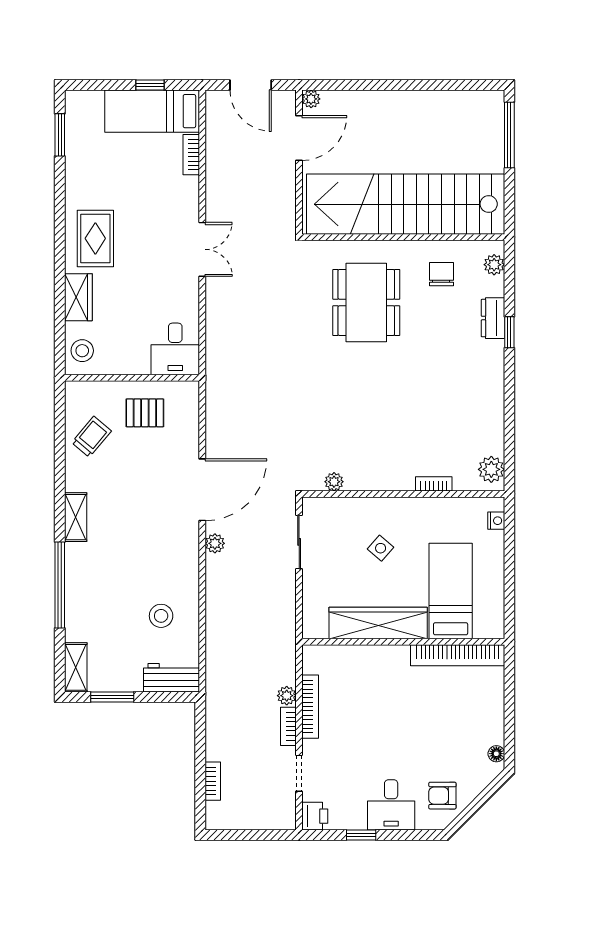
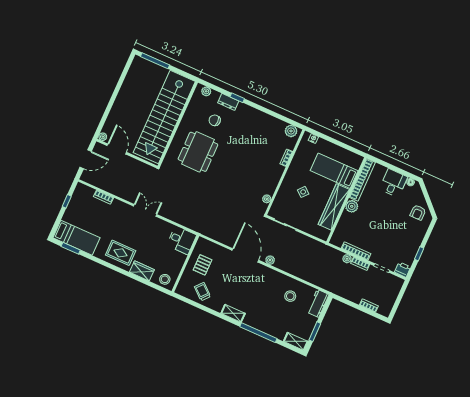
bed: (152, 111) -> (76, 238), moved, turned -90
chair: (441, 274) -> (215, 120), moved
dining table: (366, 302) -> (198, 152), turned 90
plant: (395, 658) -> (352, 206), added
desk: (391, 805) -> (393, 183), moved, turned -90

